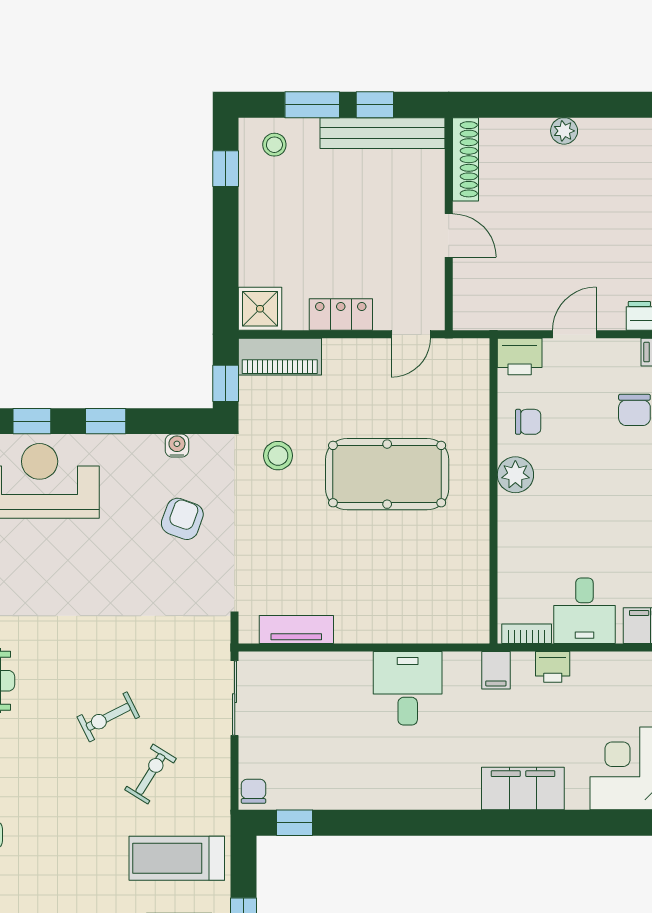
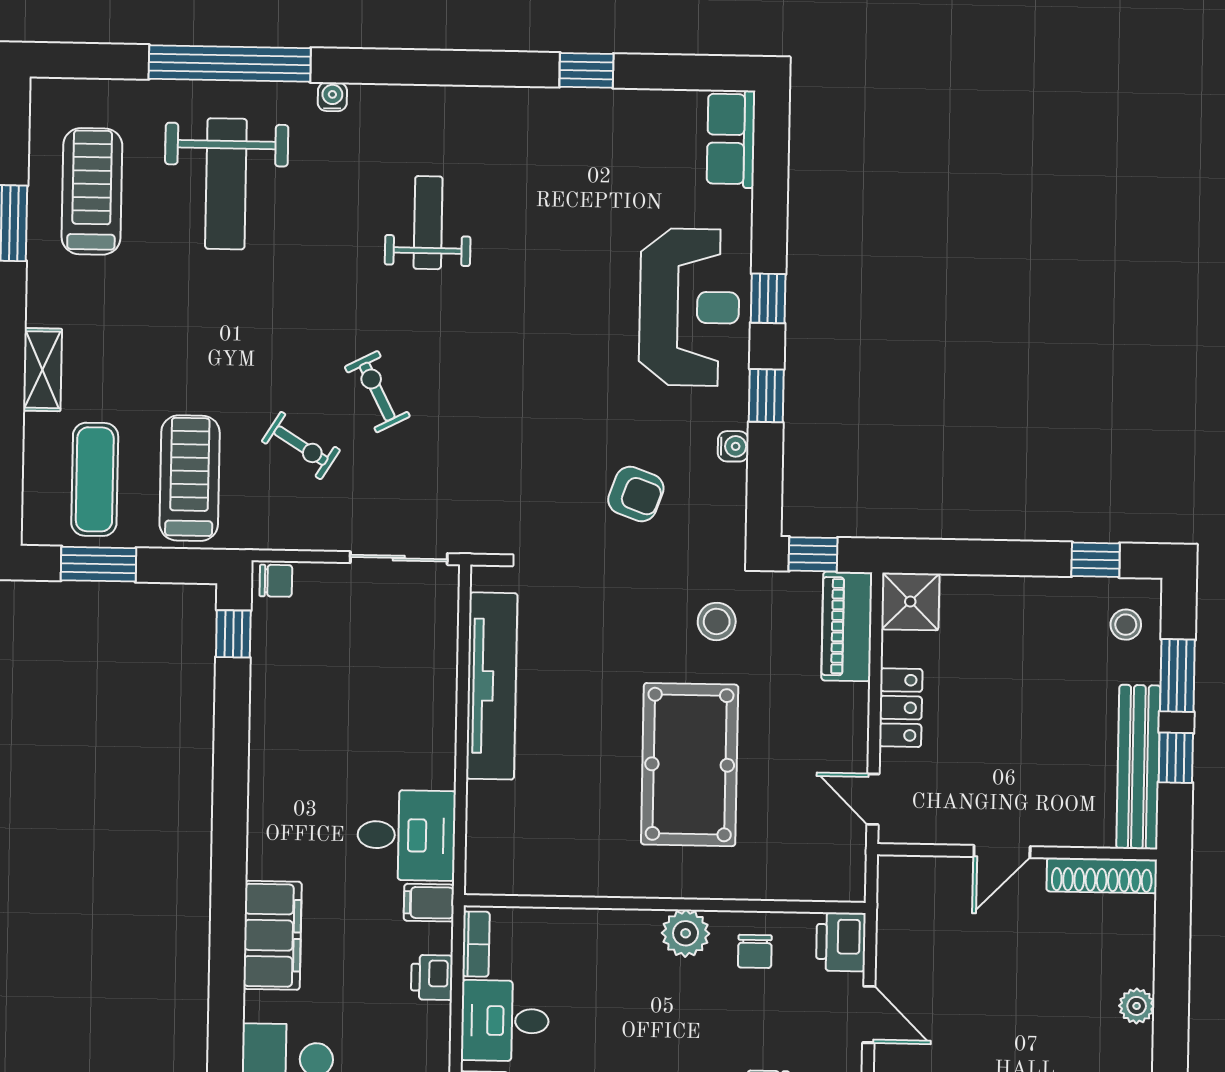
water cooler: (177, 446) -> (733, 446), moved
tv unit: (296, 630) -> (492, 686), width x1.92, depth x1.29
desk: (408, 688) -> (406, 835), moved

